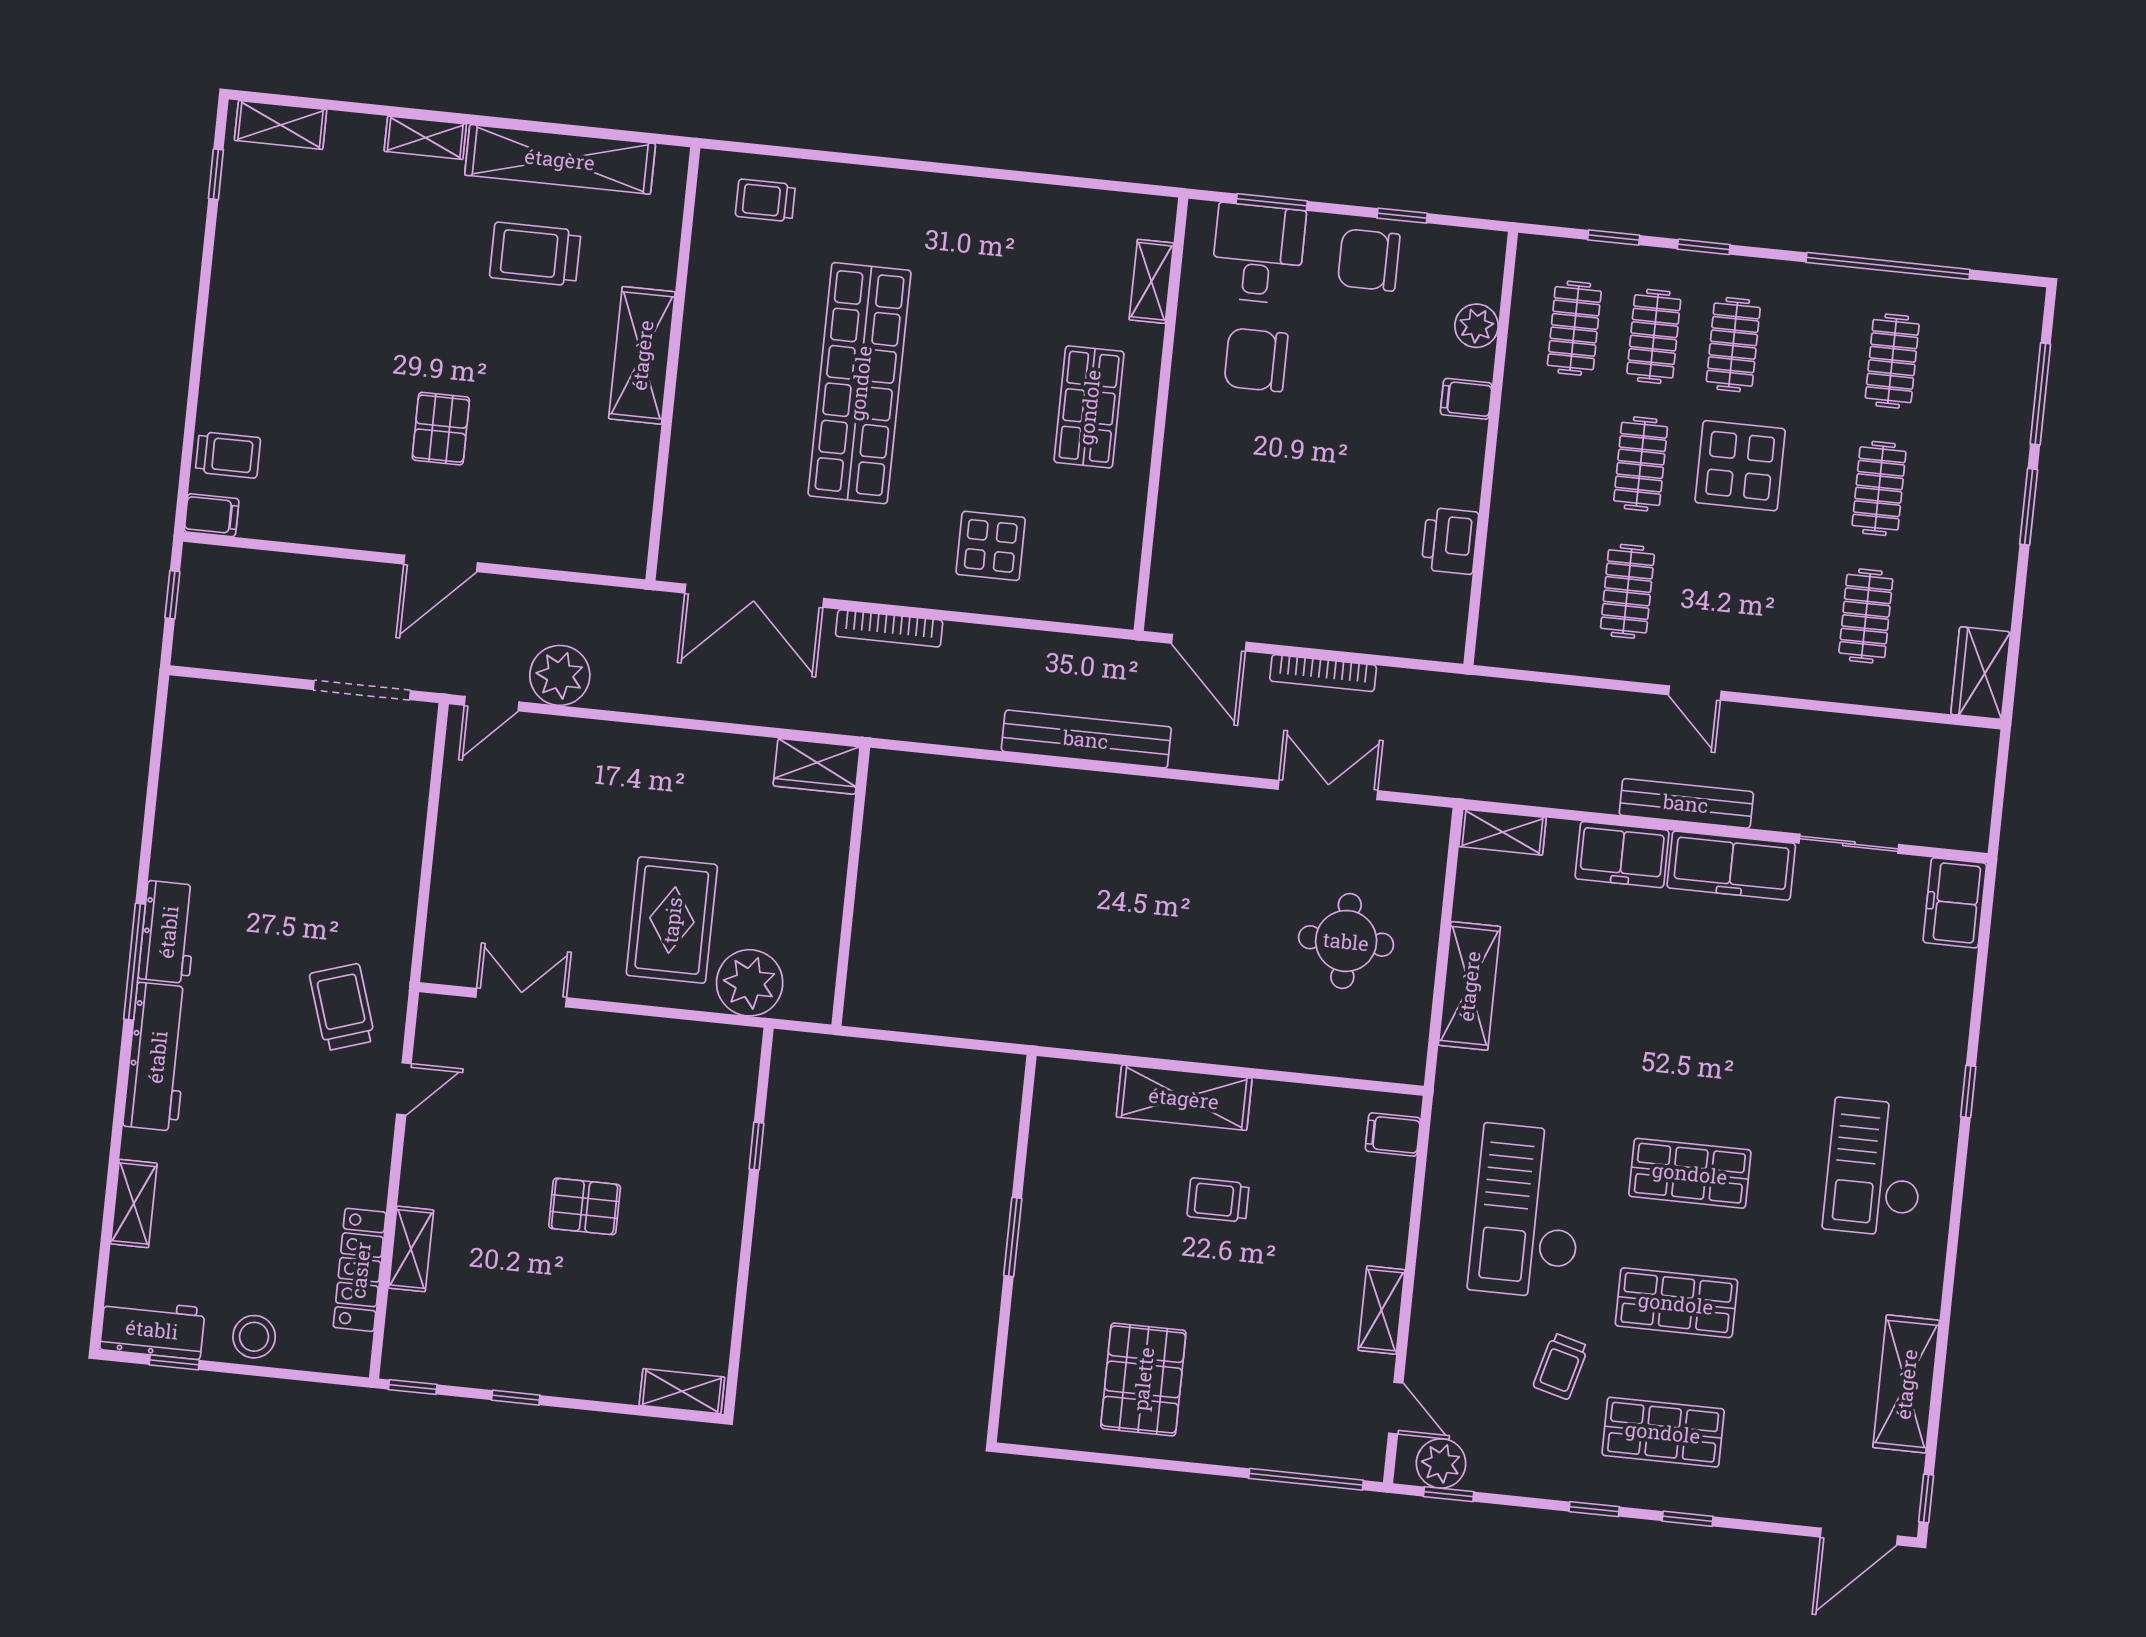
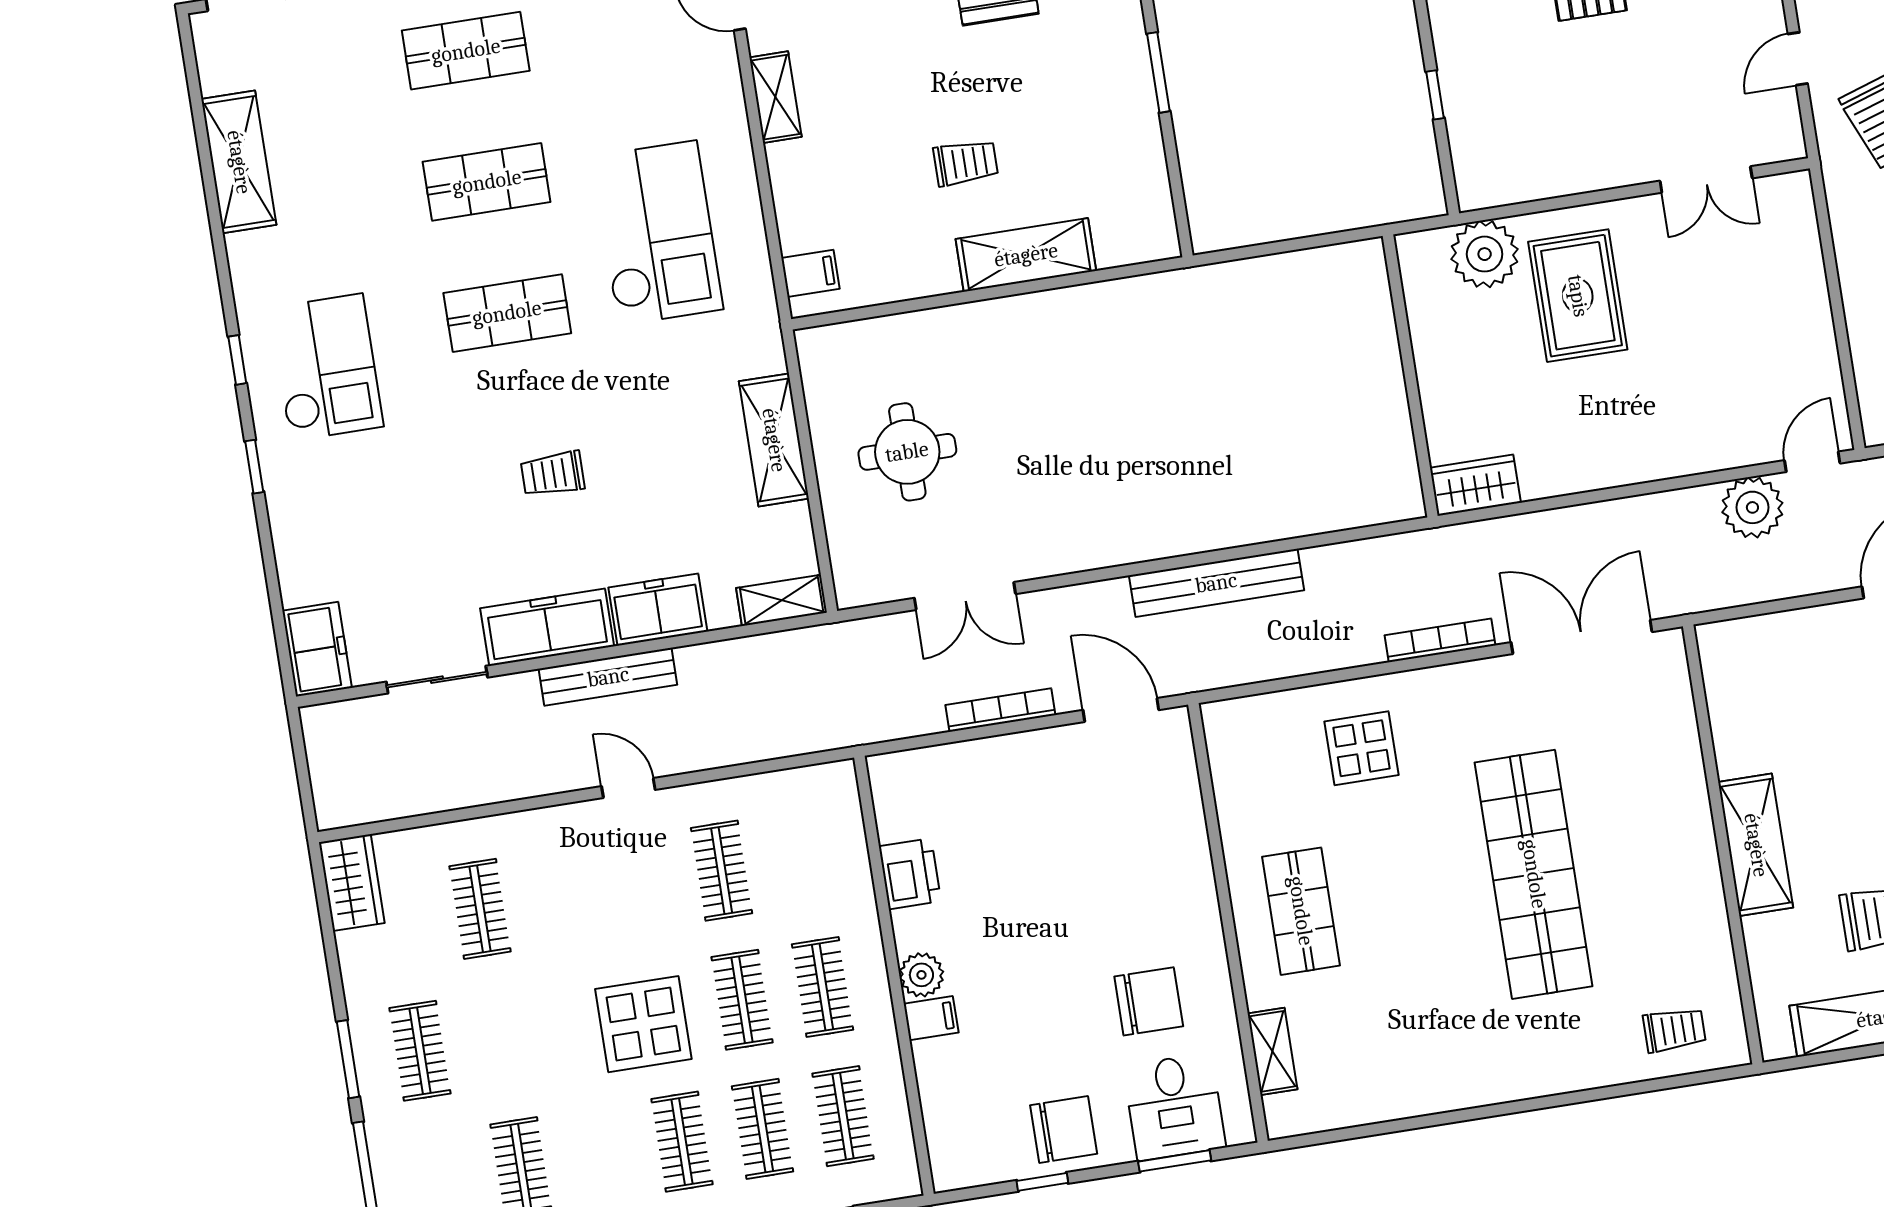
plant: (1476, 326) -> (921, 975), moved
clothes rail: (1561, 456) -> (823, 987), added
clothes rail: (1879, 488) -> (420, 1051), moved
trolley: (1561, 1366) -> (553, 474), moved, turned -105
window: (1926, 1498) -> (237, 360), moved

